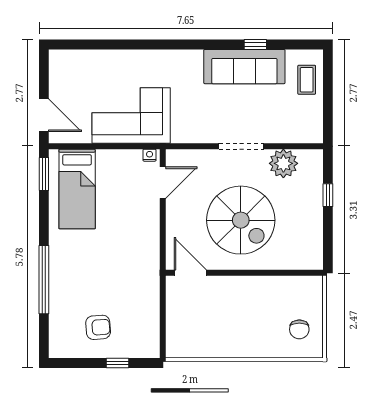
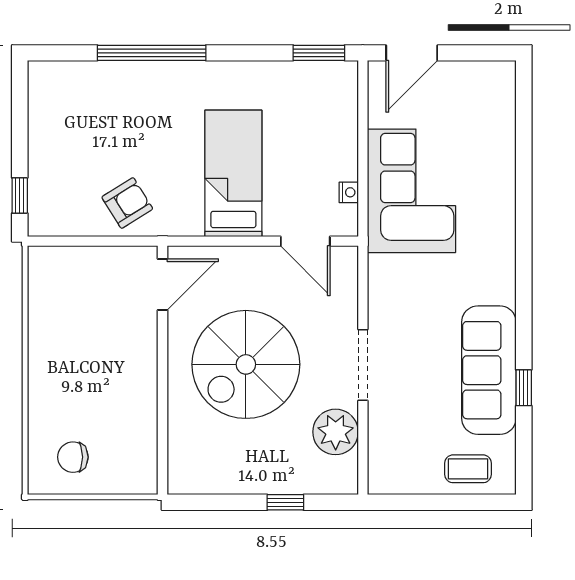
nightstand: (150, 155) -> (349, 192), moved
bed: (77, 189) -> (233, 173), moved, turned 90
armchair: (98, 327) -> (127, 203), moved, turned -118
window: (117, 363) -> (20, 196), moved

